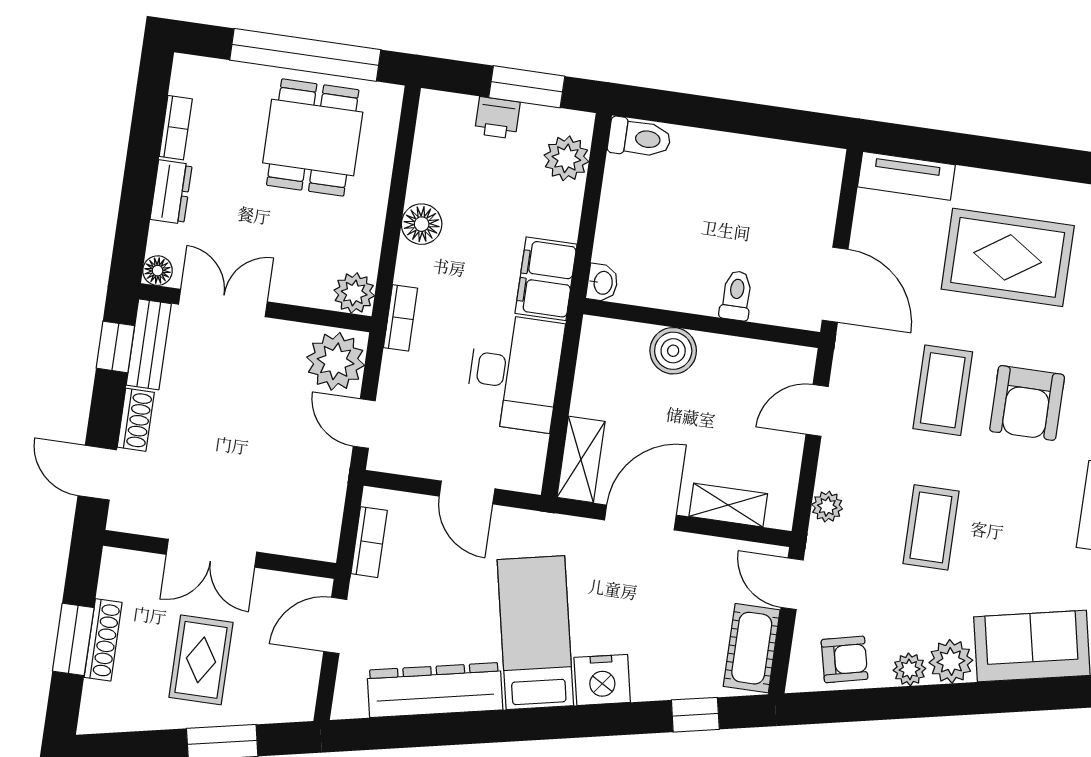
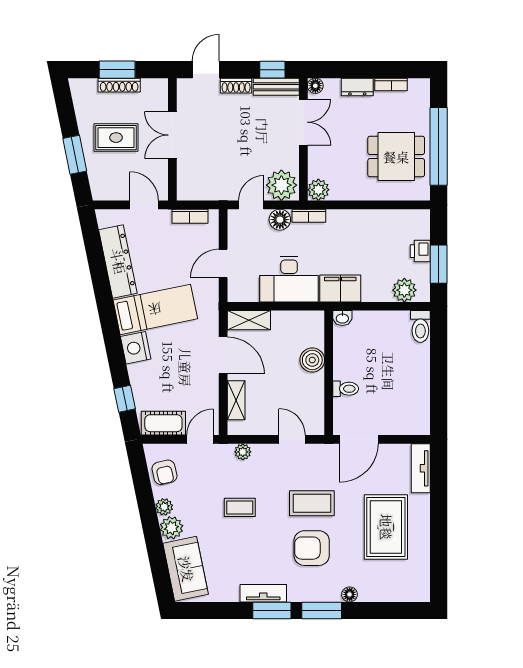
floor lamp: (422, 224) -> (280, 220), moved
coffee table: (931, 527) -> (240, 507), width x0.73, depth x0.77

